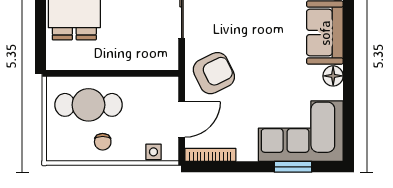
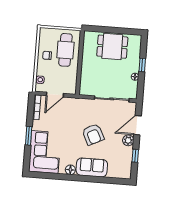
armchair: (214, 73) -> (93, 134), moved
door: (182, 119) -> (55, 95), hinge flipped
window: (293, 167) -> (29, 136), moved

